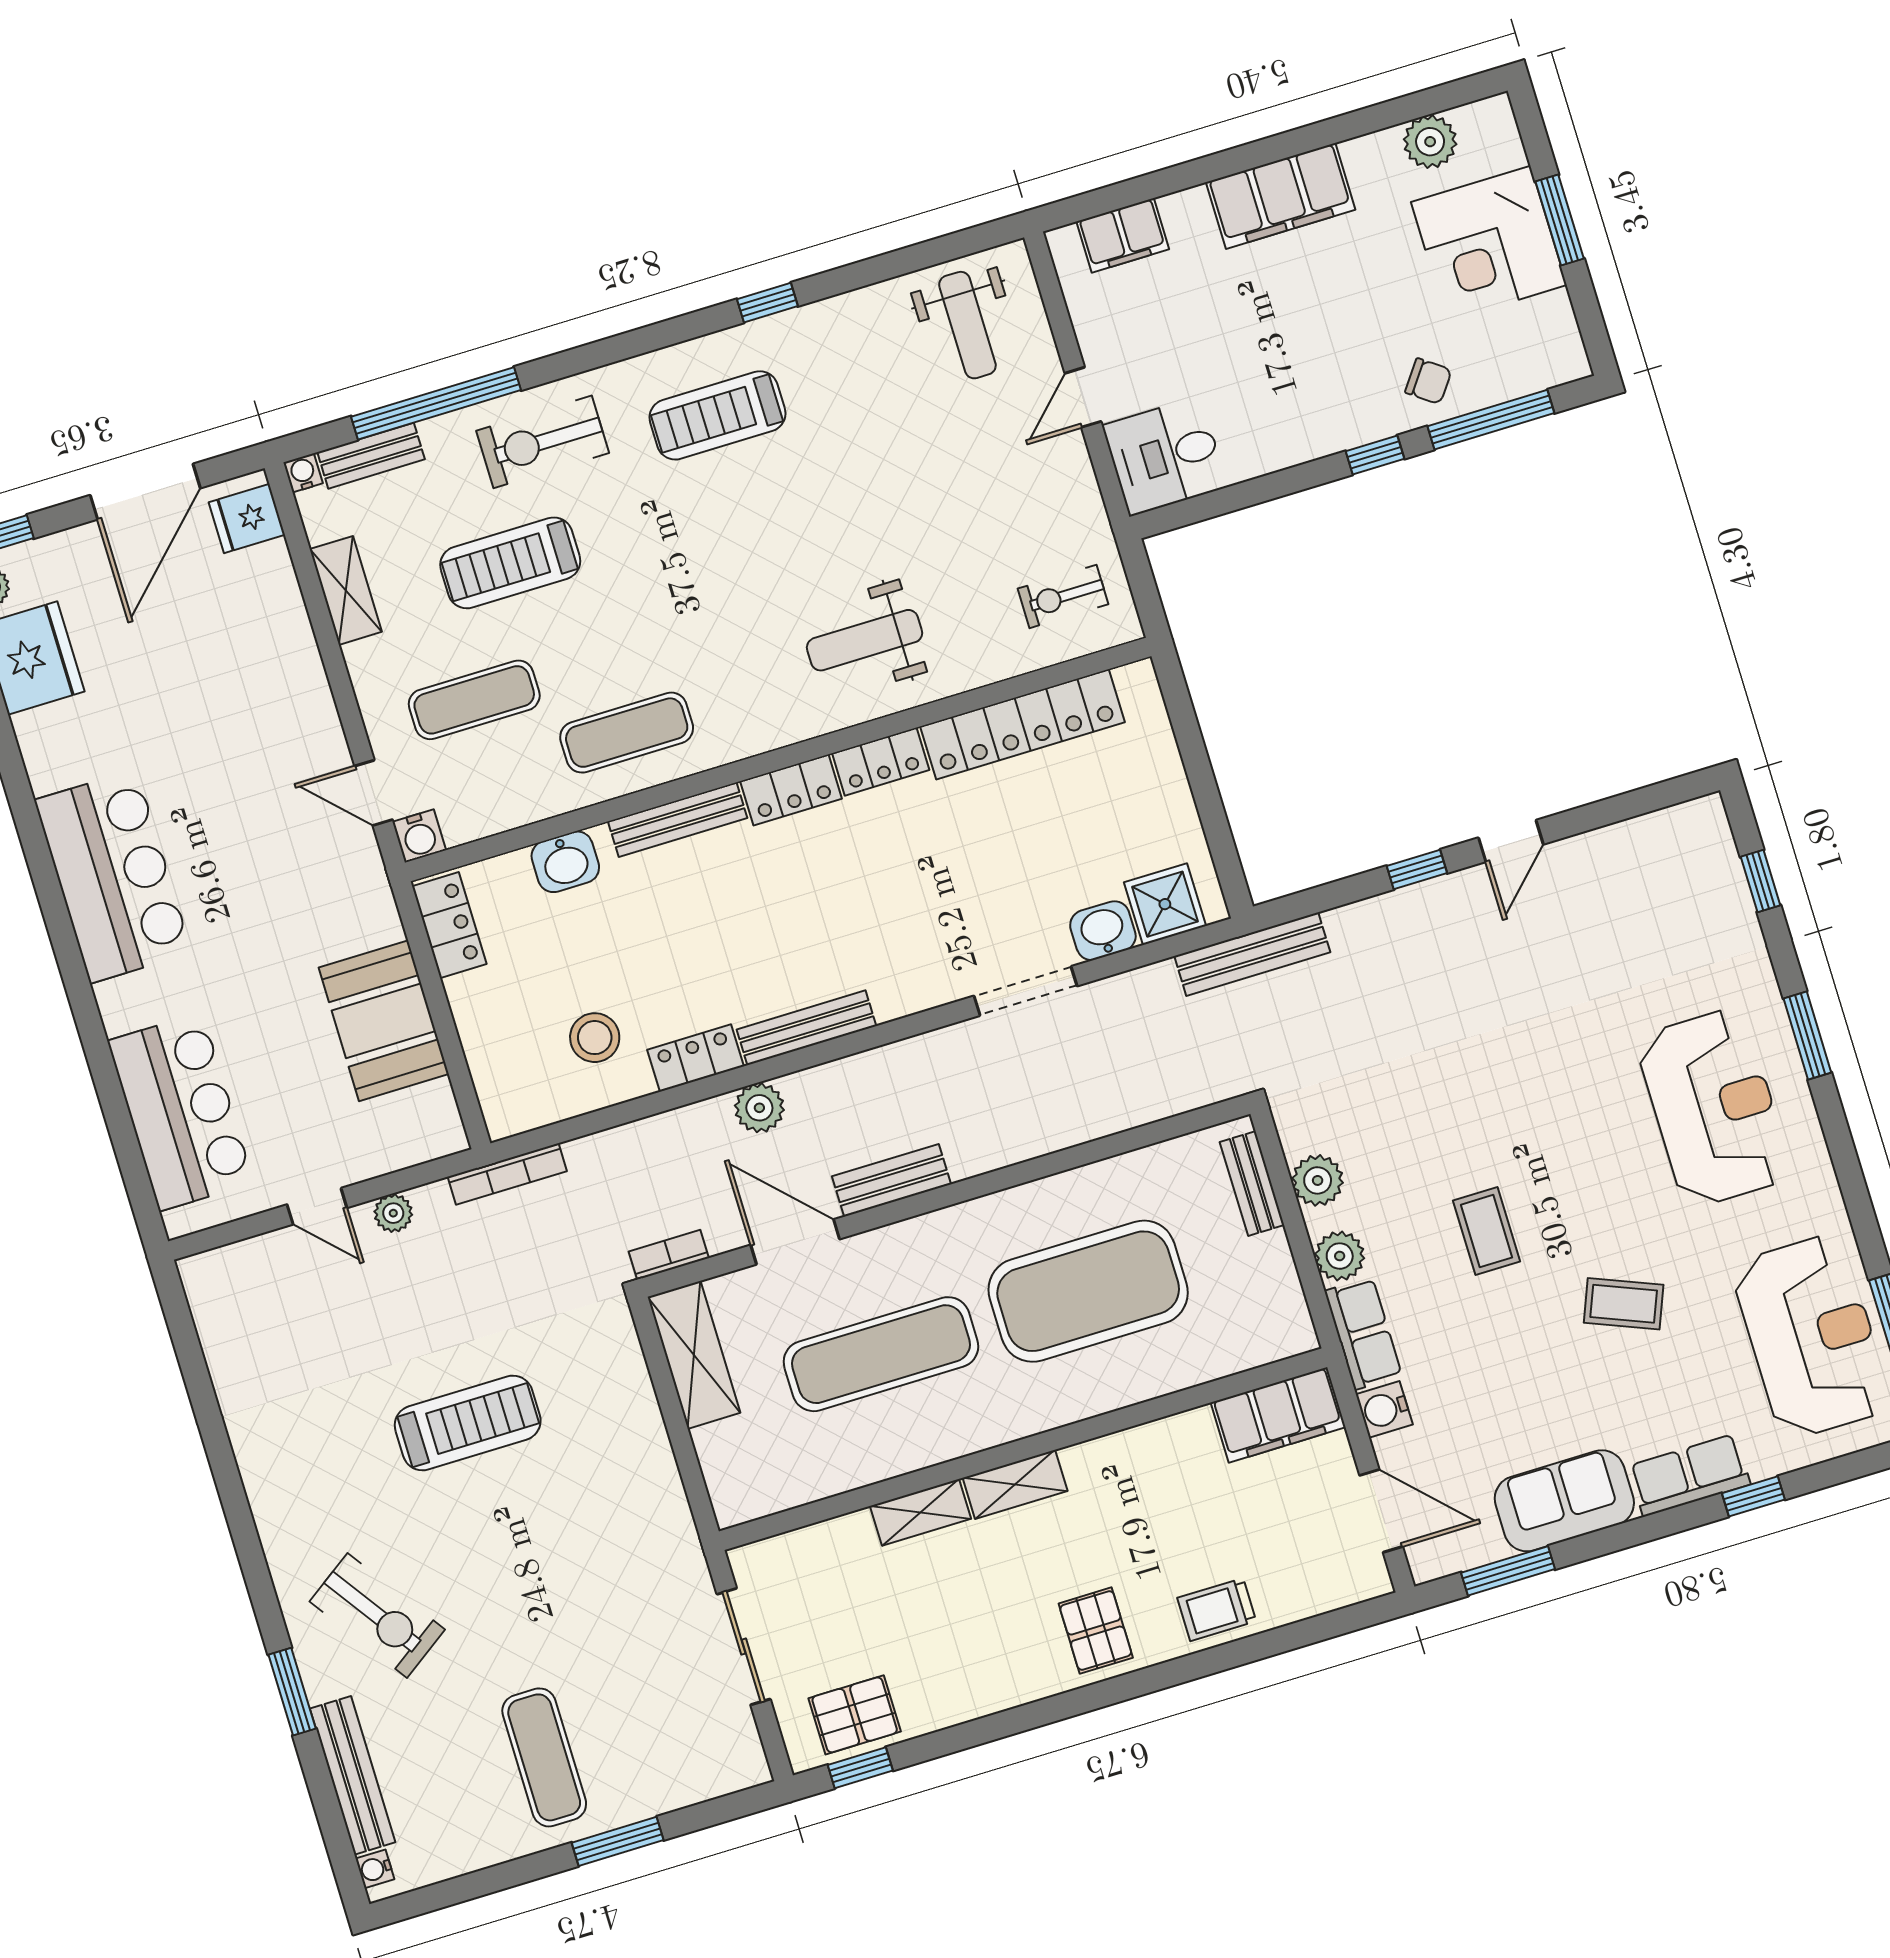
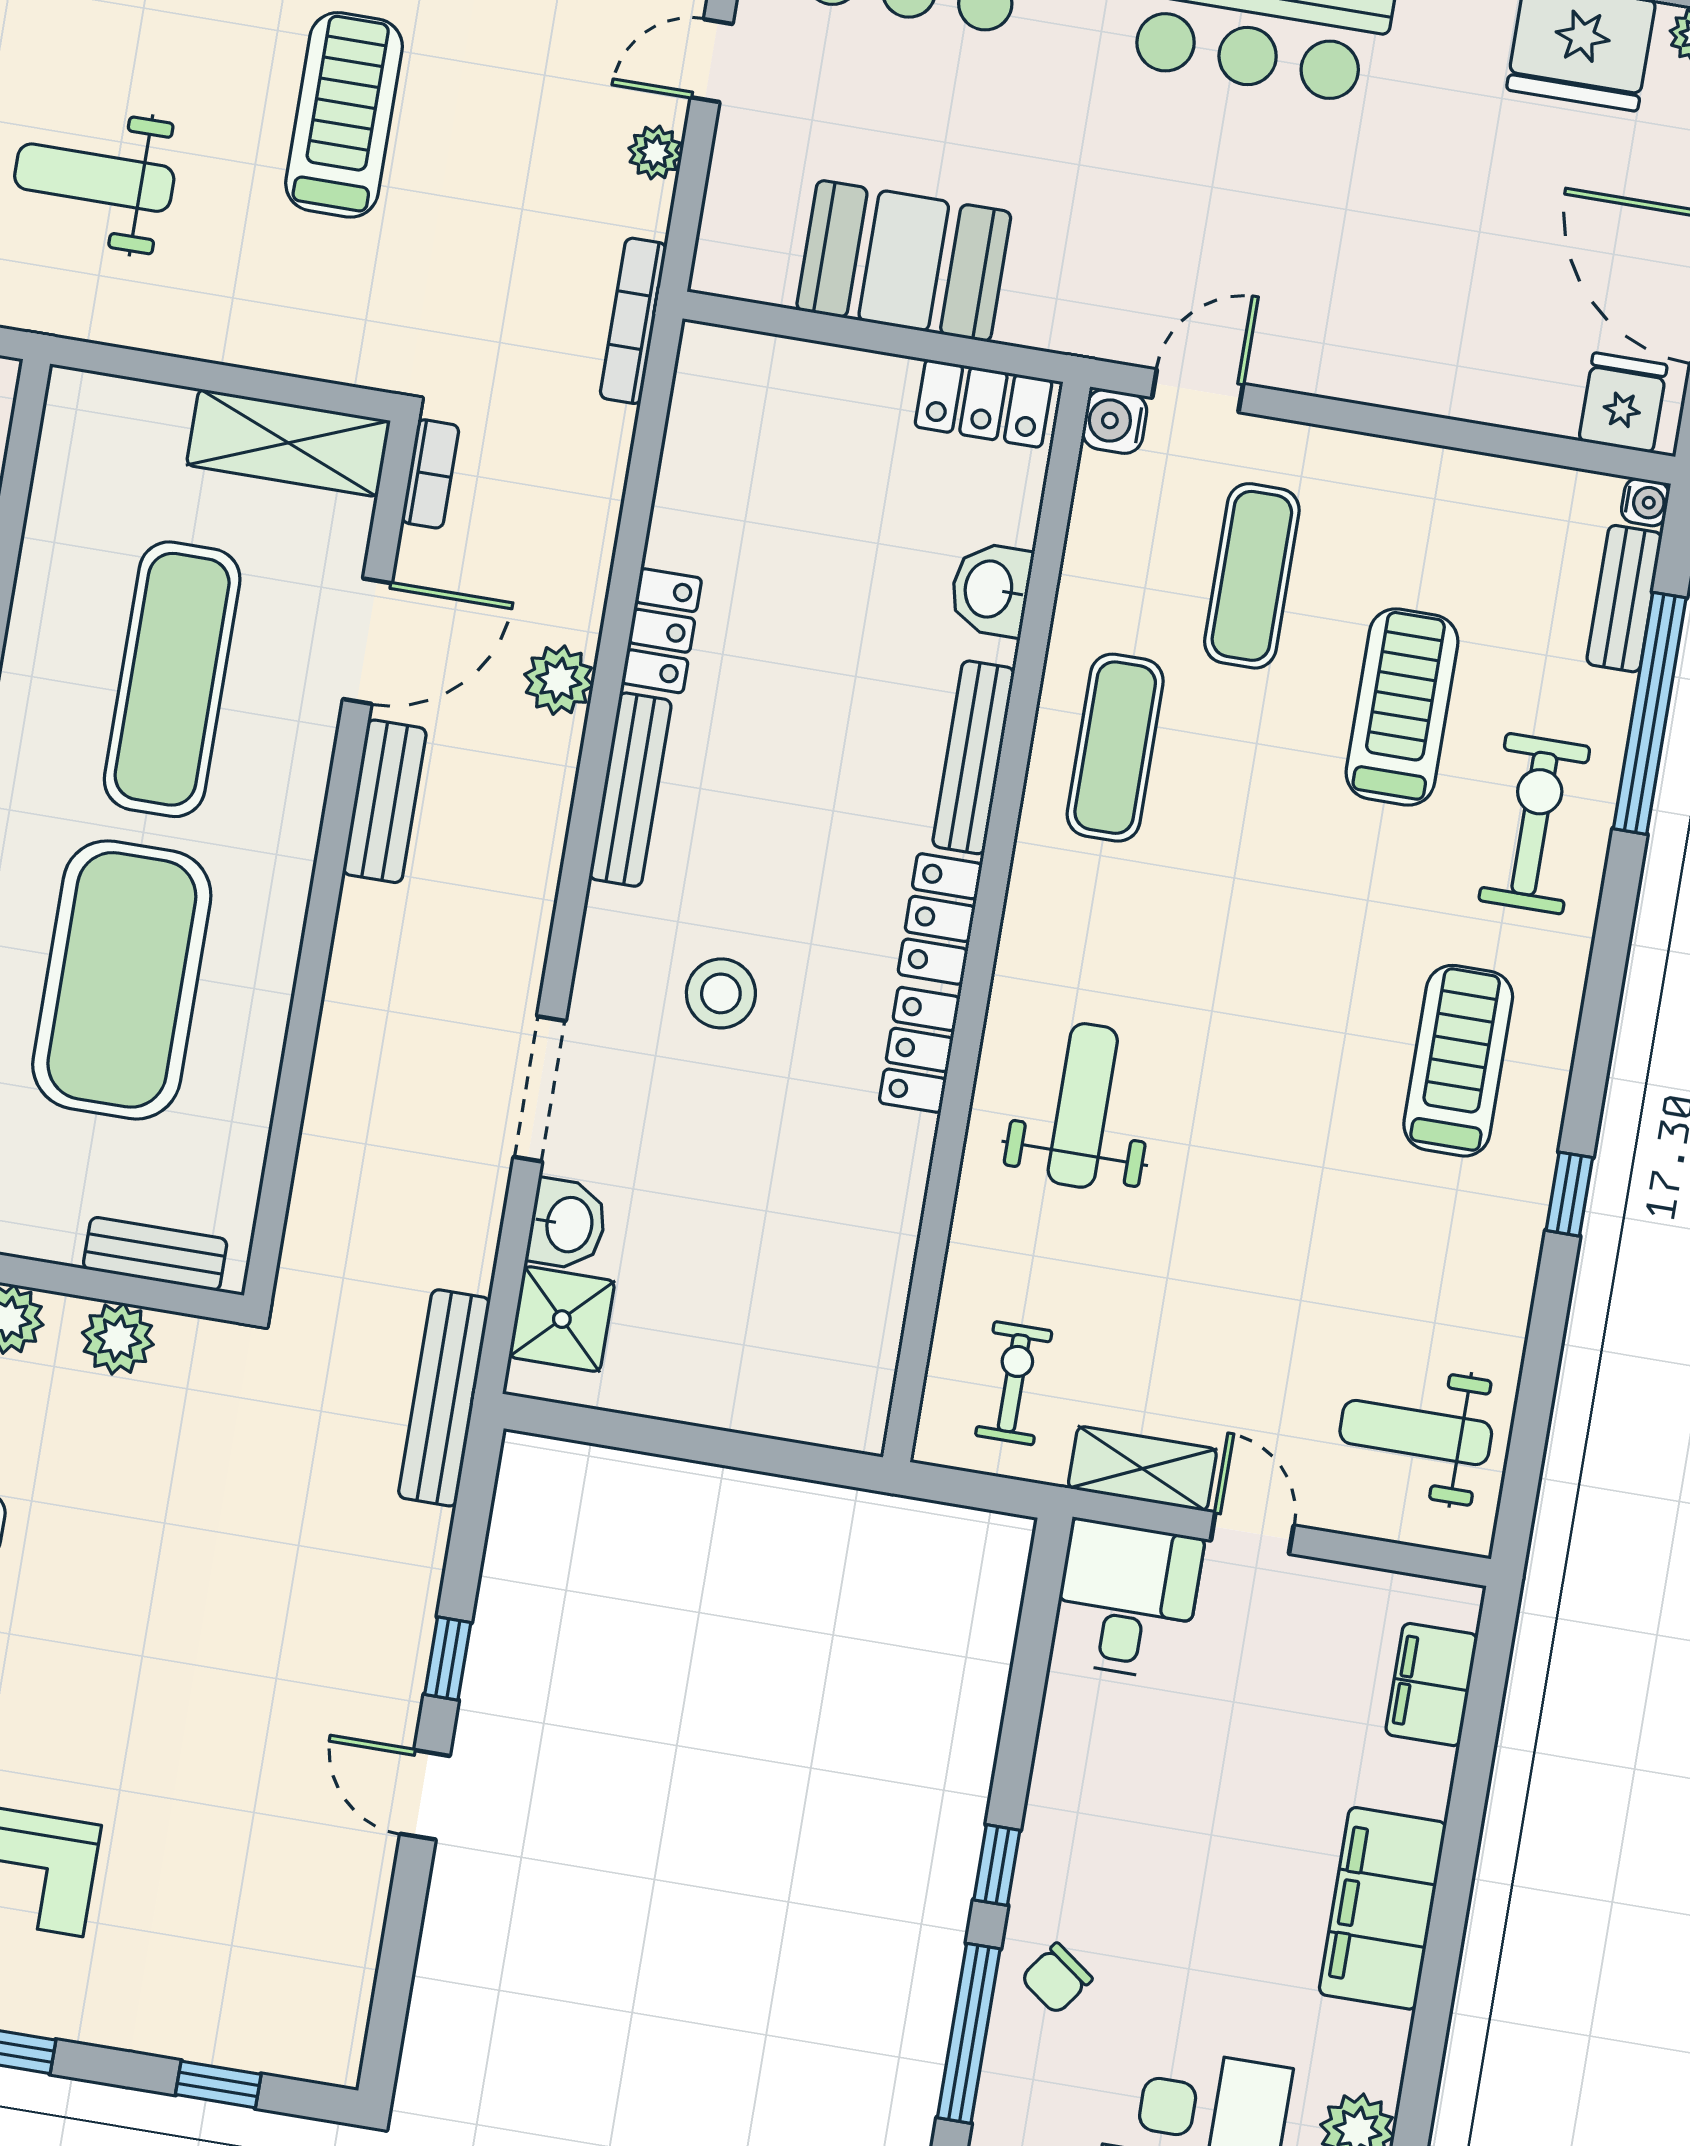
shelving: (346, 590) -> (1142, 1469), moved
locker: (1022, 724) -> (878, 1252), removed
stool: (595, 1038) -> (721, 993), moved
treadmill: (468, 1423) -> (344, 115), turned 180
weight bench: (586, 1562) -> (94, 178), added

